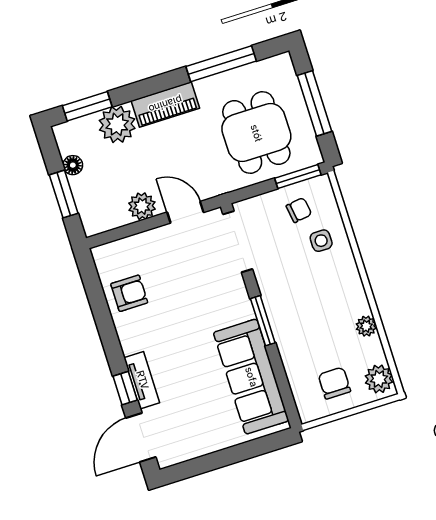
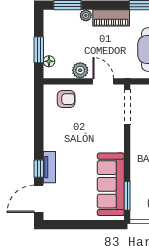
plant: (117, 124) -> (86, 15), width x0.53, depth x0.53
floor lamp: (73, 165) -> (49, 61), moved
armchair: (129, 293) -> (66, 99), moved
window: (263, 321) -> (127, 196), moved

